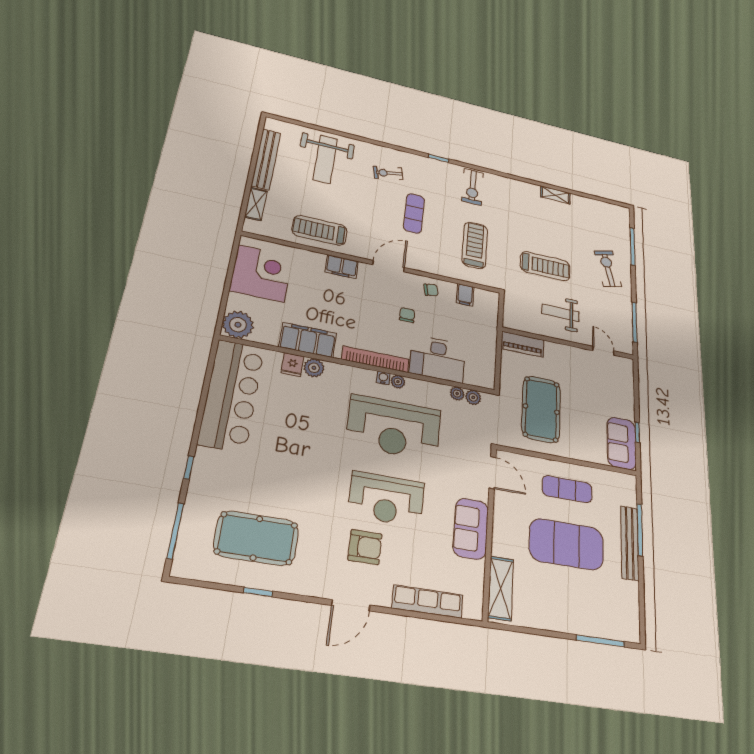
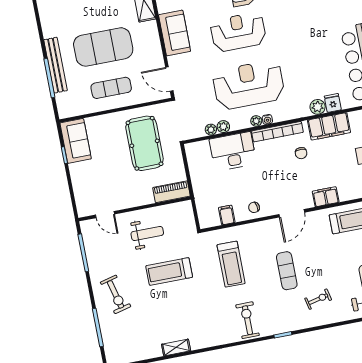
chair: (407, 315) -> (301, 153), moved
plant: (473, 397) -> (223, 127), moved

